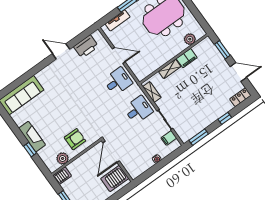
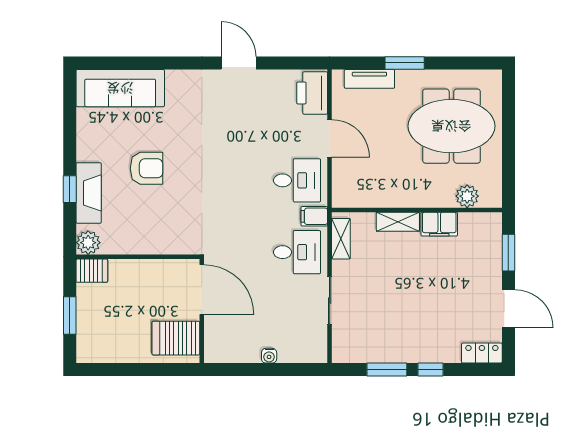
printer: (86, 47) -> (312, 93), moved, turned 90
fireplace: (32, 137) -> (89, 193), moved
window: (199, 137) -> (387, 370), moved
filing cabinet: (169, 138) -> (314, 216), moved
armchair: (75, 139) -> (147, 168), moved
door: (111, 152) -> (202, 289), swing flipped
plant: (63, 158) -> (88, 243), moved

